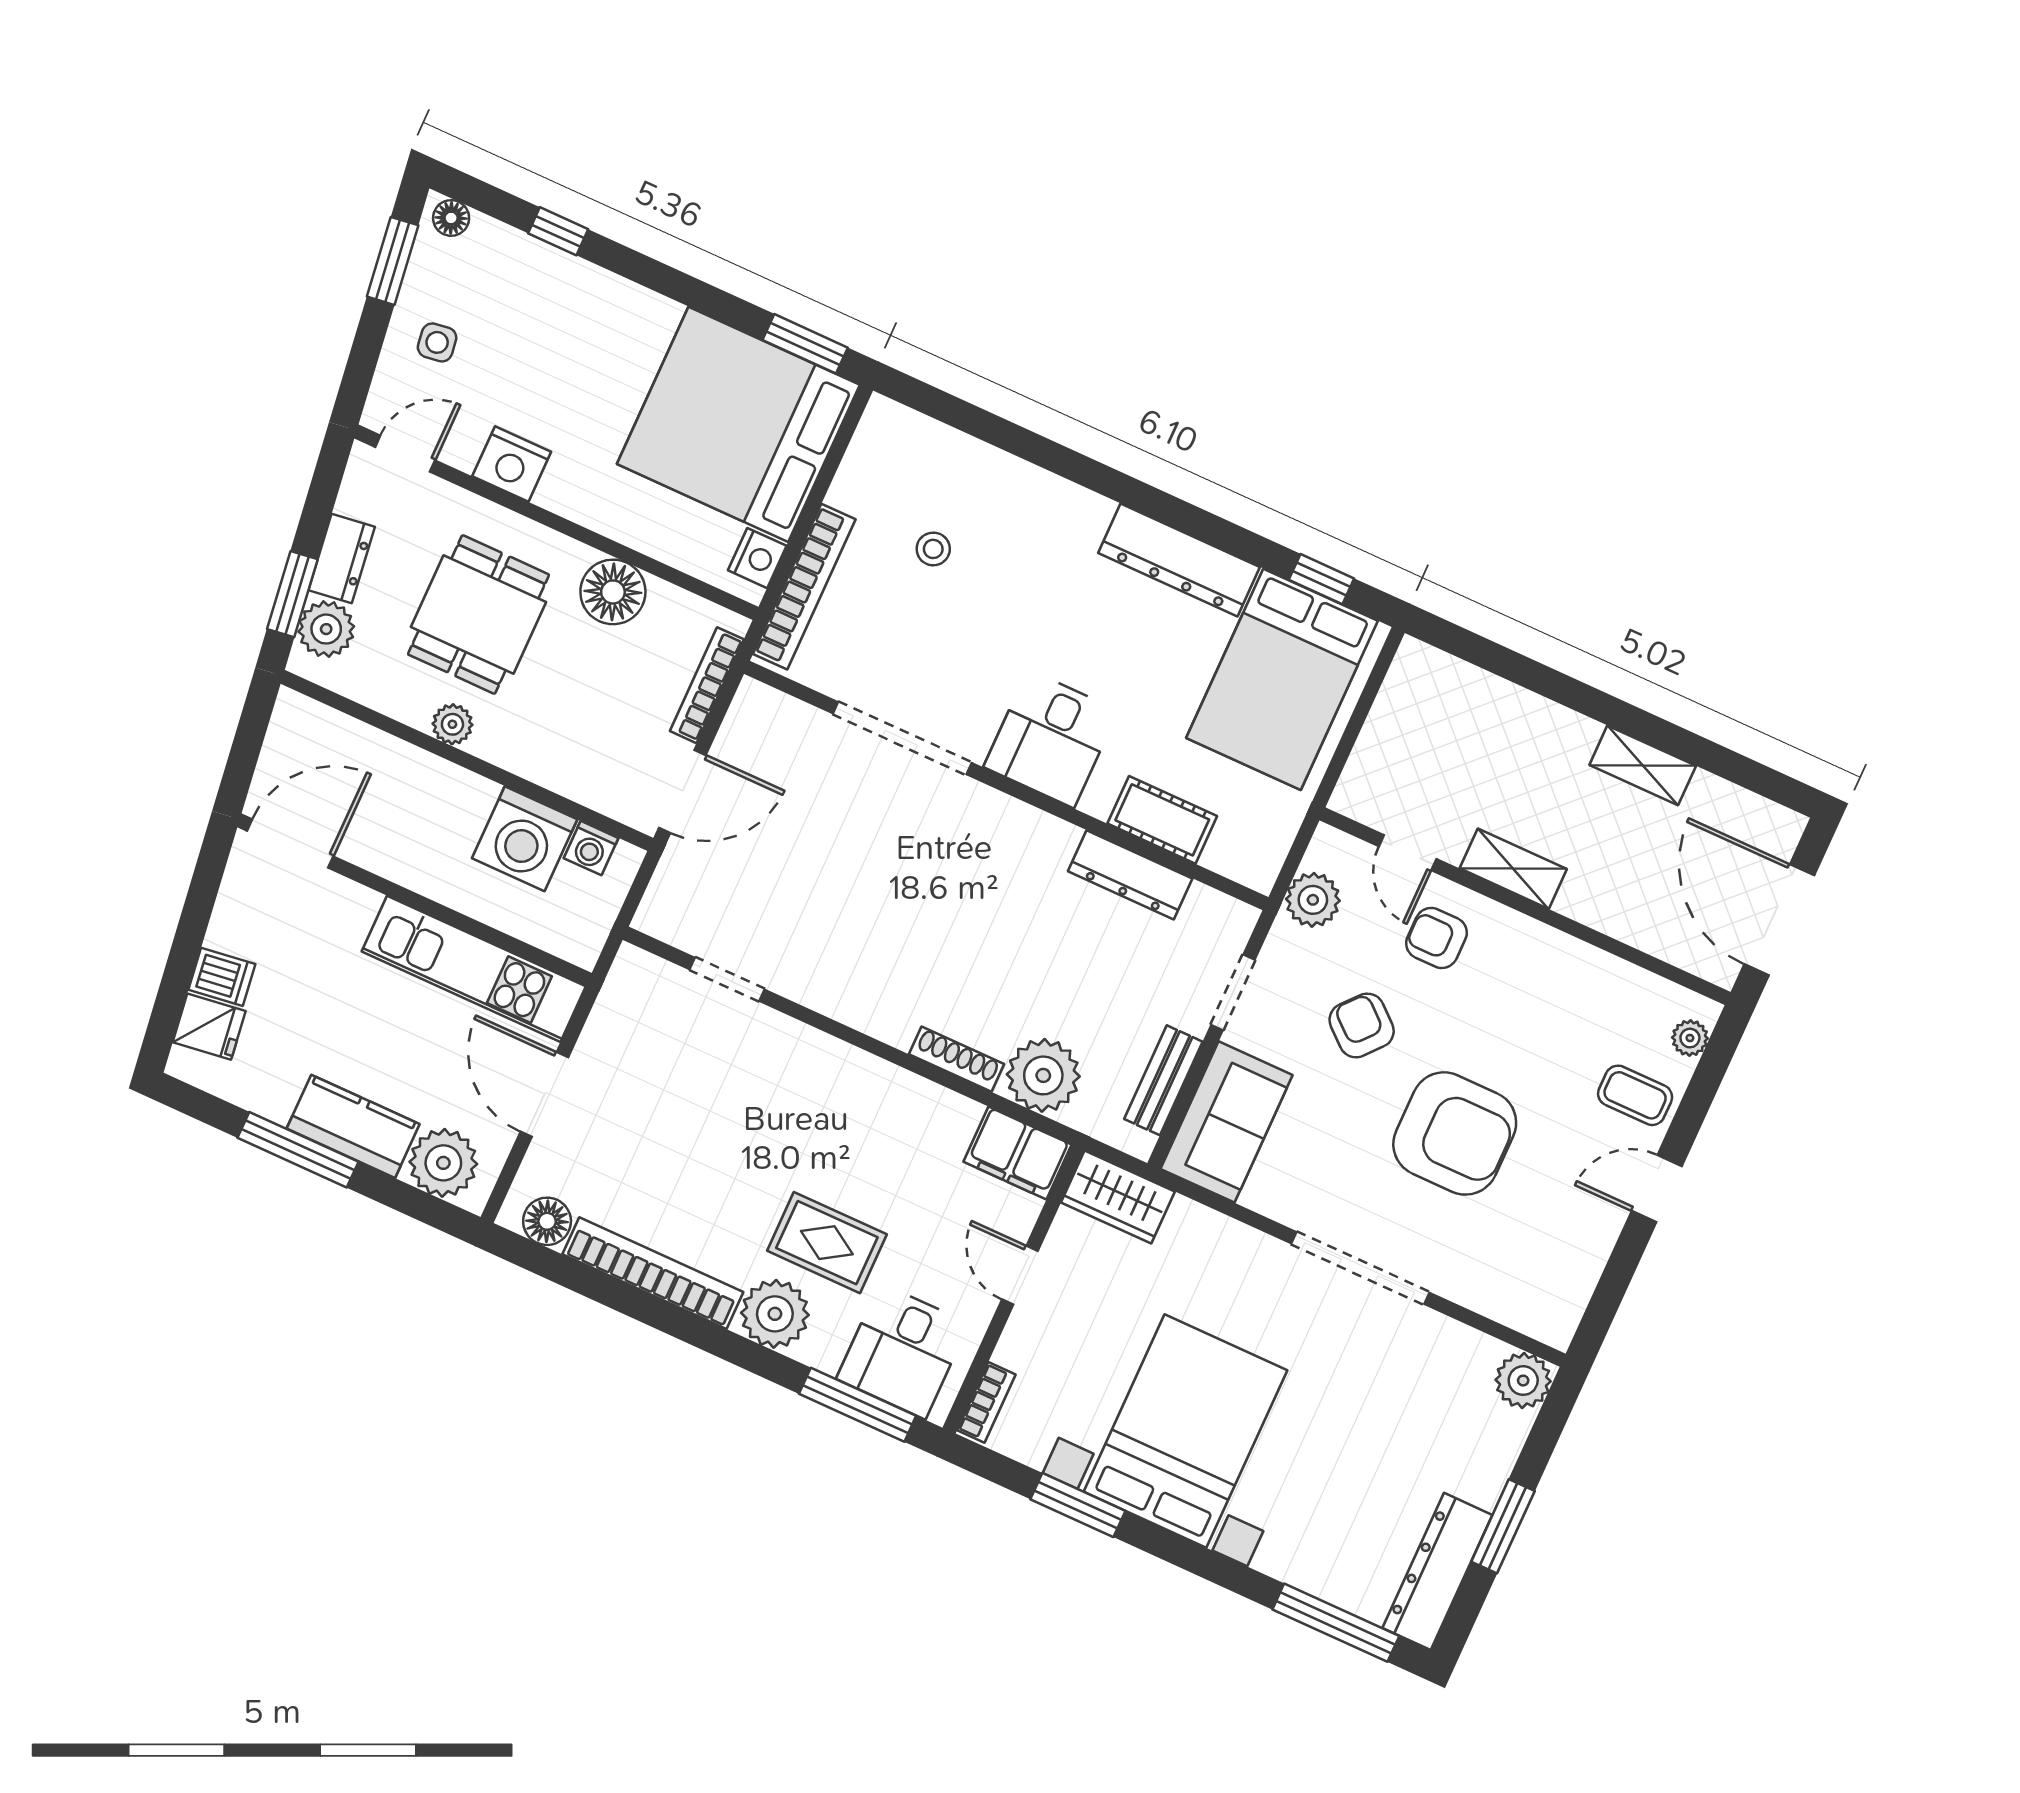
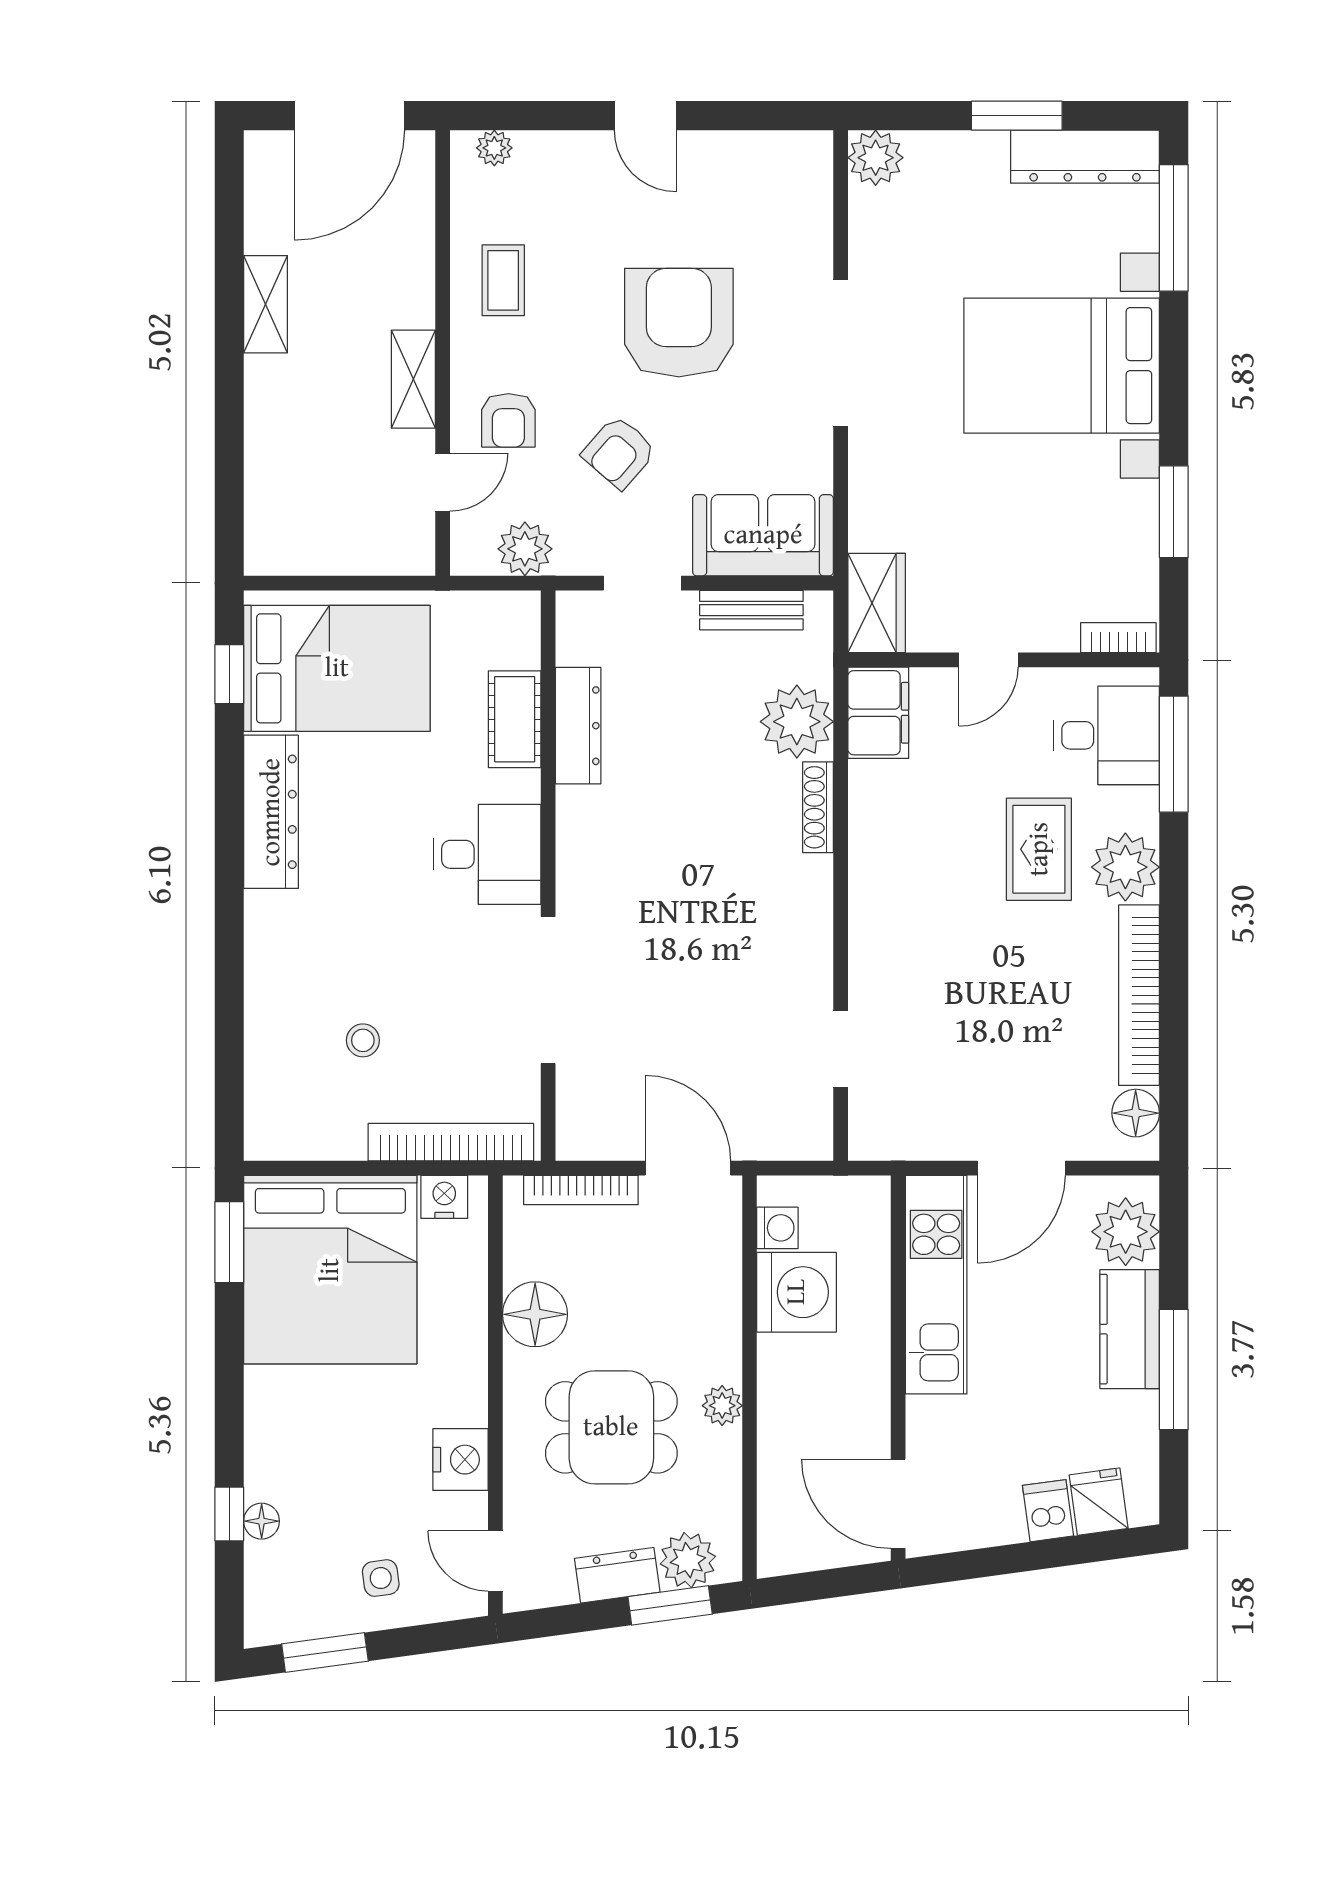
floor lamp: (451, 218) -> (262, 1521), moved
coffee table: (1635, 1095) -> (503, 280), moved
bed with nightstands: (1185, 1431) -> (1062, 366), moved

